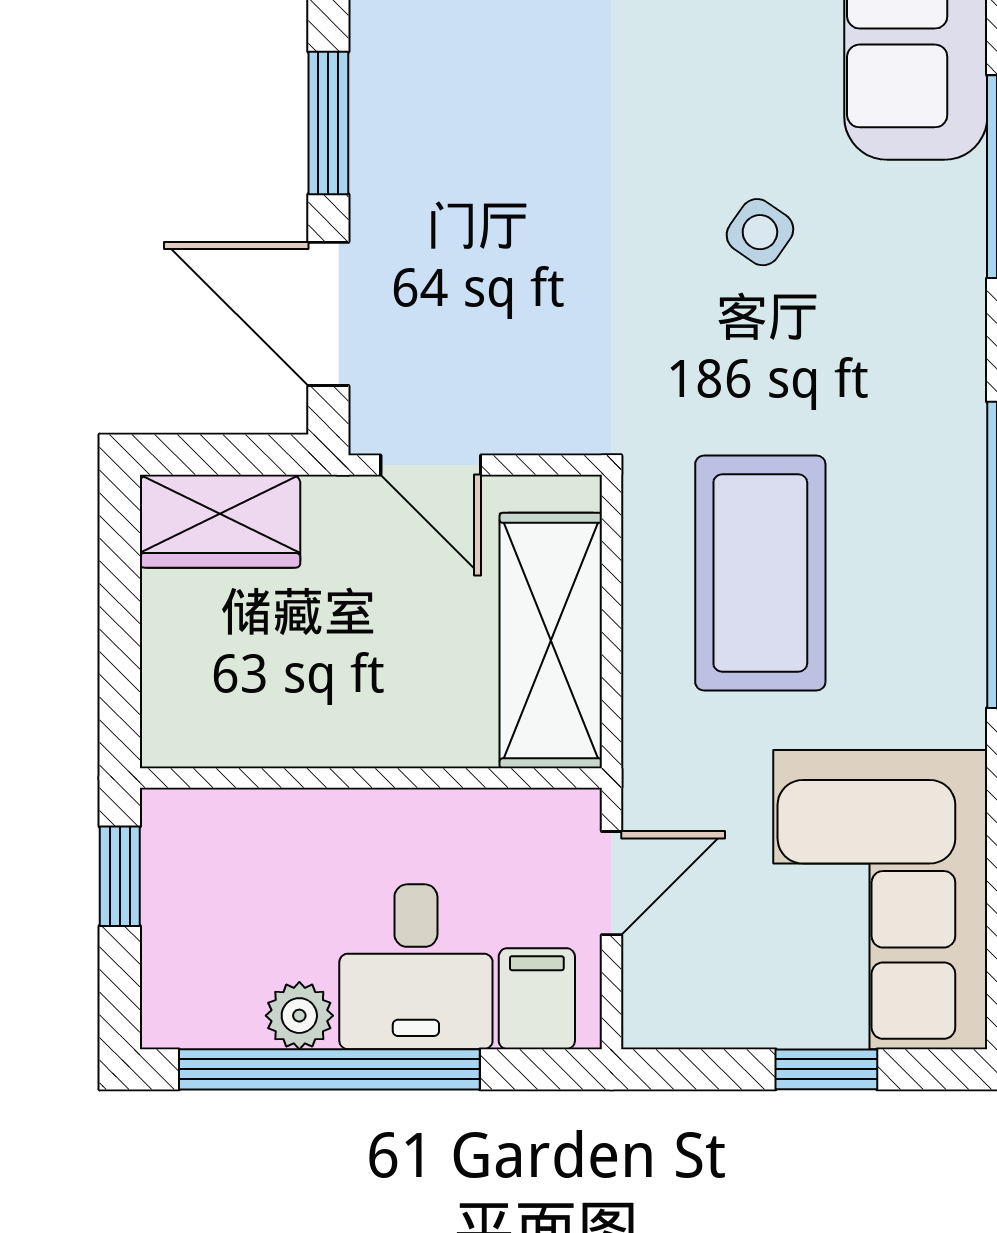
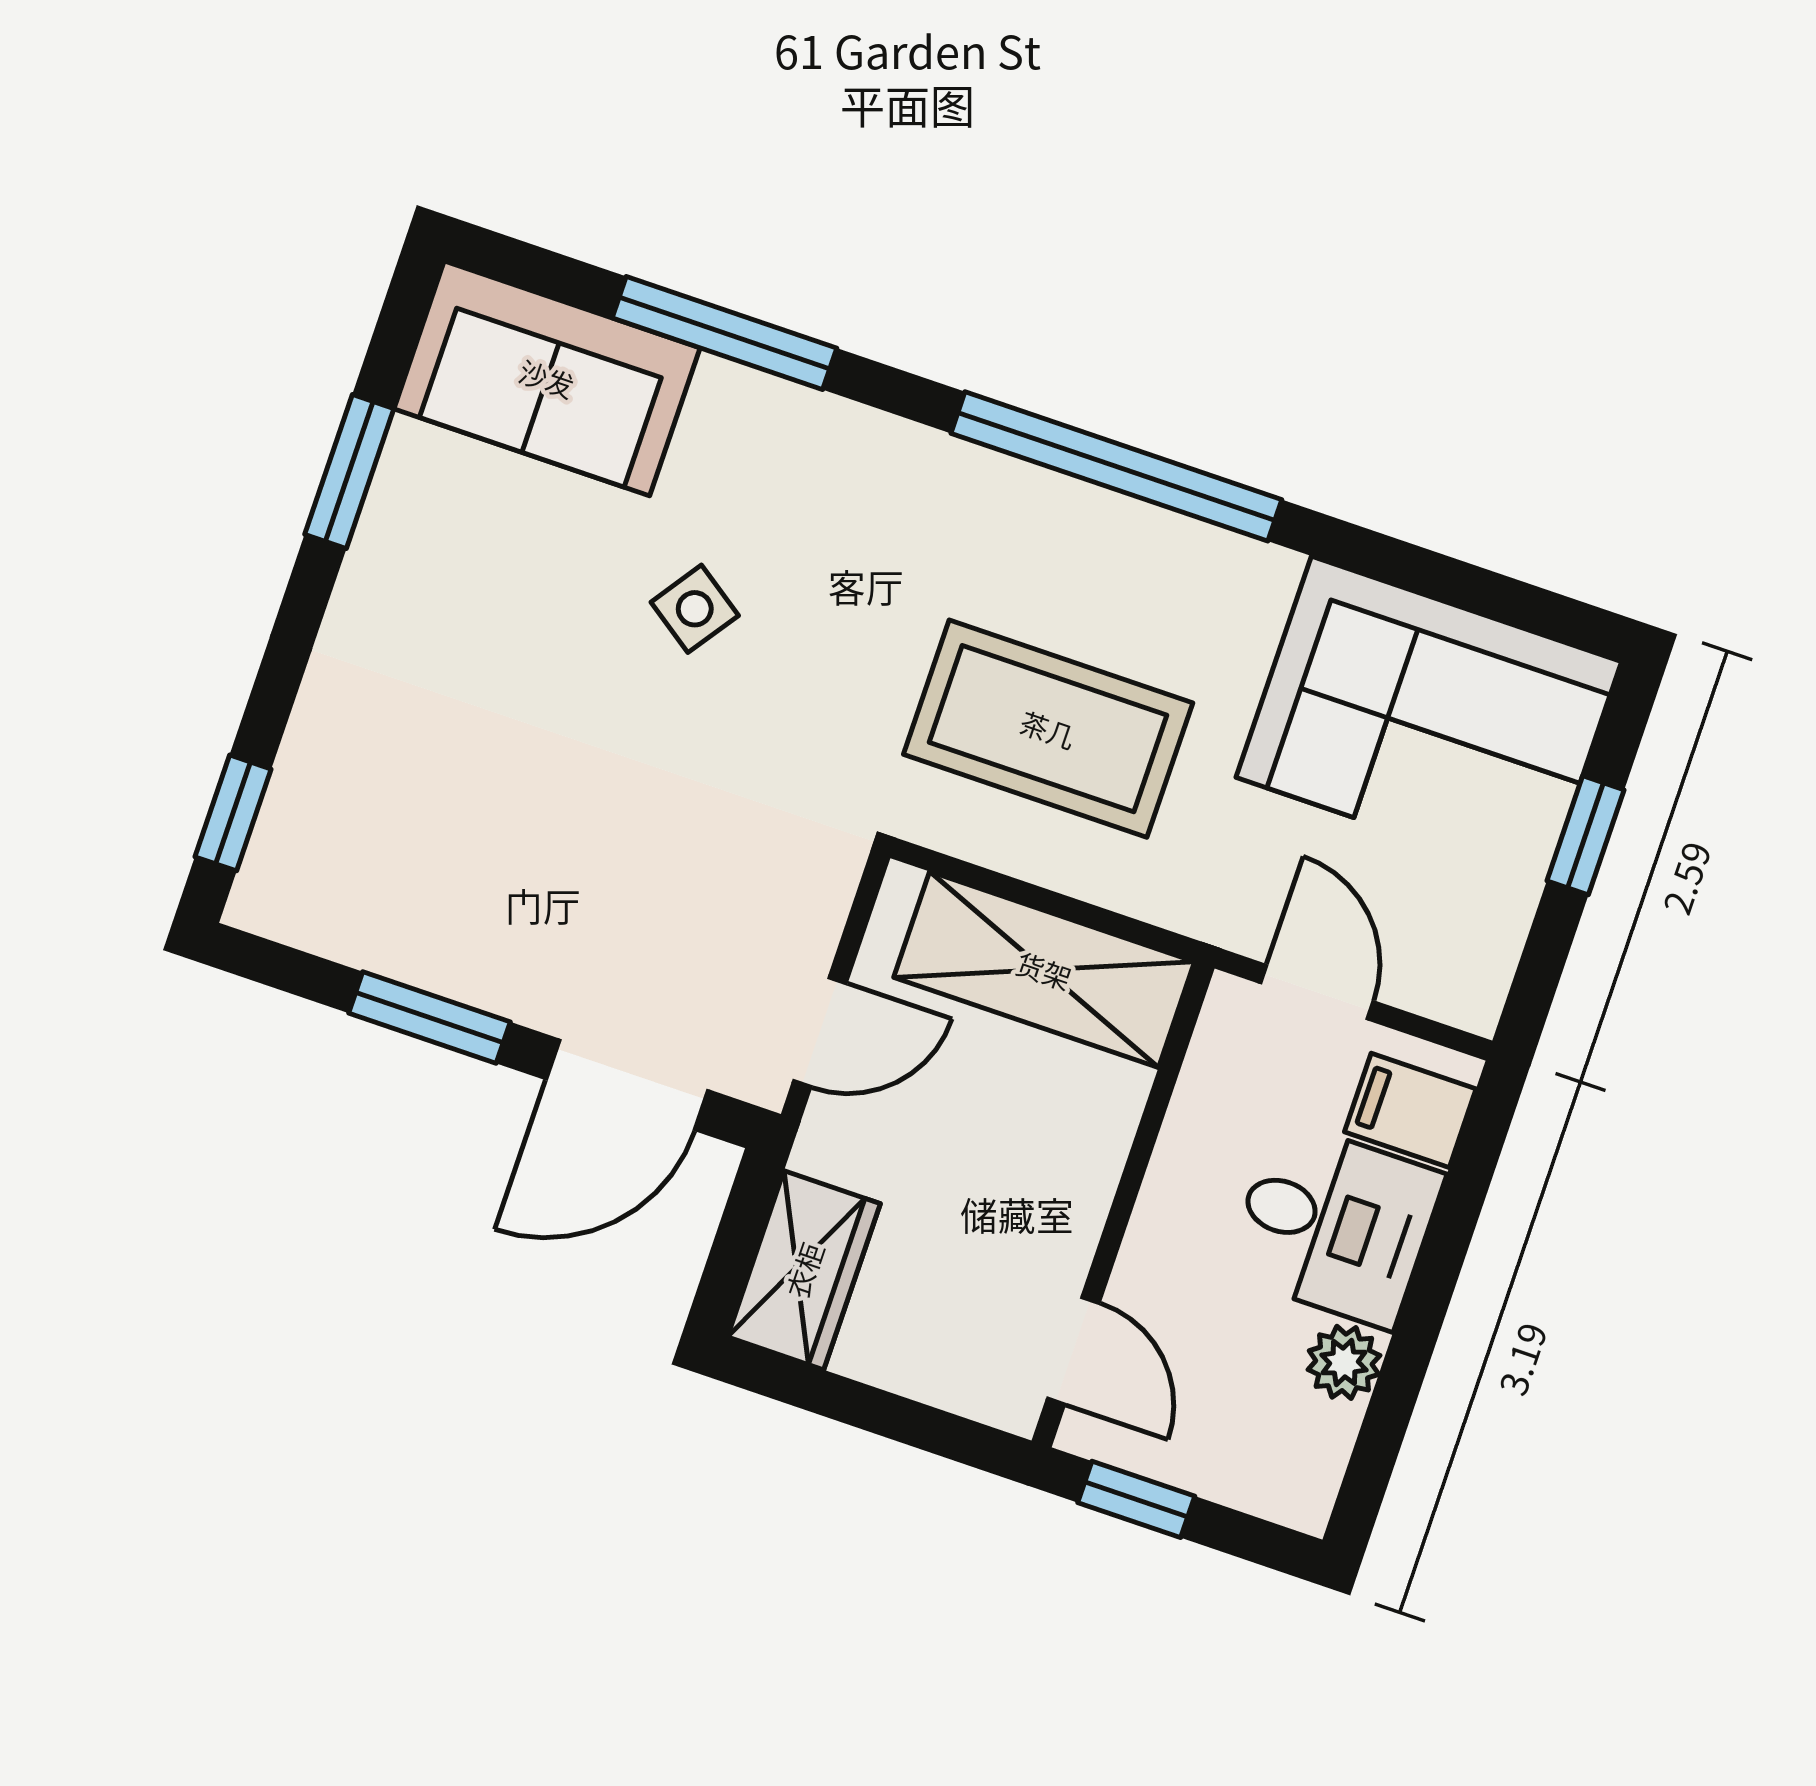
door: (230, 778) -> (1073, 1351), added
window: (329, 1069) -> (1410, 1350), removed

